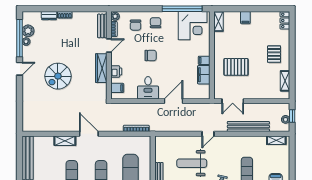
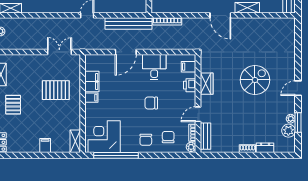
window: (20, 38) -> (298, 123), width x0.47
wardrobe: (101, 68) -> (207, 84), width x0.67
bench: (248, 127) -> (129, 24), moved

